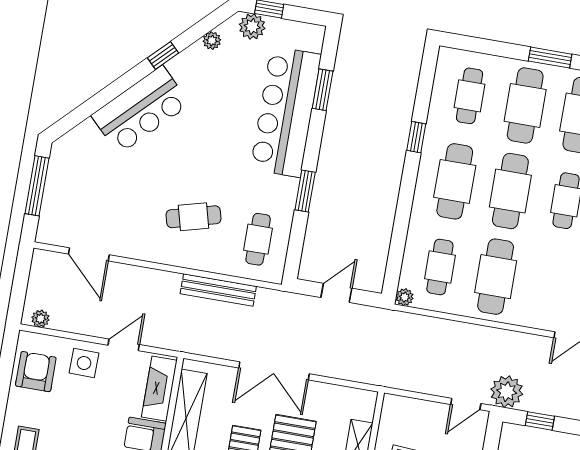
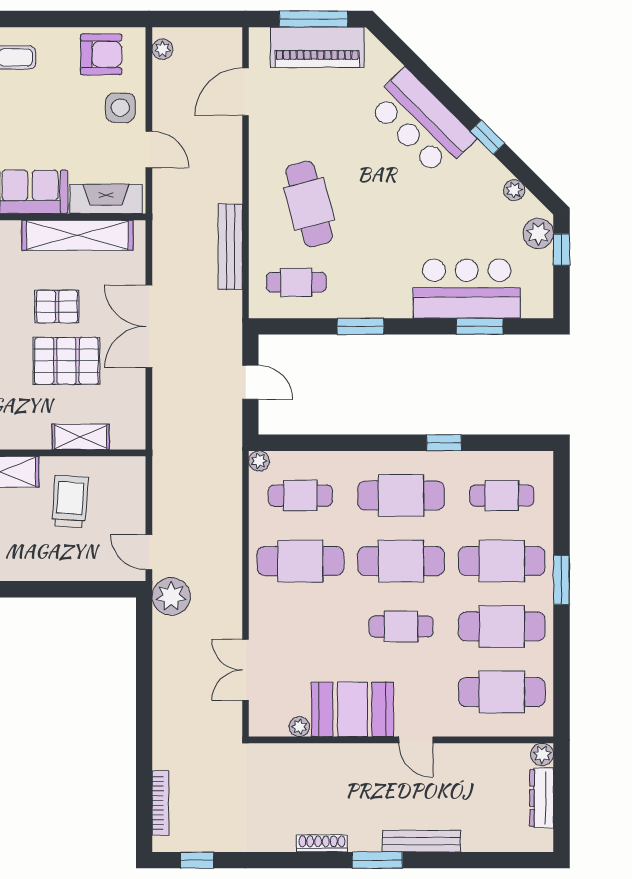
bar counter: (286, 112) -> (467, 289), width x0.73
piano: (62, 187) -> (317, 47), added
cafe table: (193, 217) -> (309, 204), width x1.37, depth x1.35
window: (540, 421) -> (144, 640), removed

